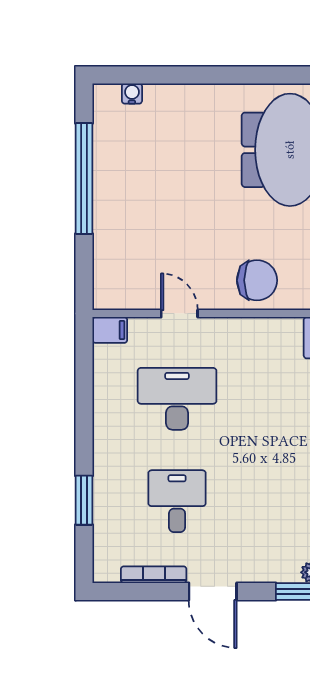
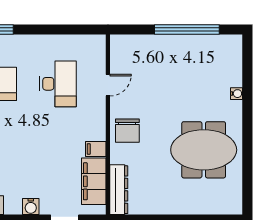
water cooler: (132, 94) -> (237, 94), moved
filing cabinet: (110, 330) -> (96, 149), moved, turned 90

